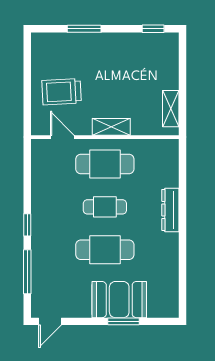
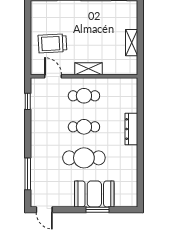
shelving: (171, 109) -> (132, 43), moved
cafe table: (105, 164) -> (84, 96), width x0.73, depth x0.74
window: (27, 225) -> (28, 101), moved
door: (50, 321) -> (44, 210), hinge flipped

